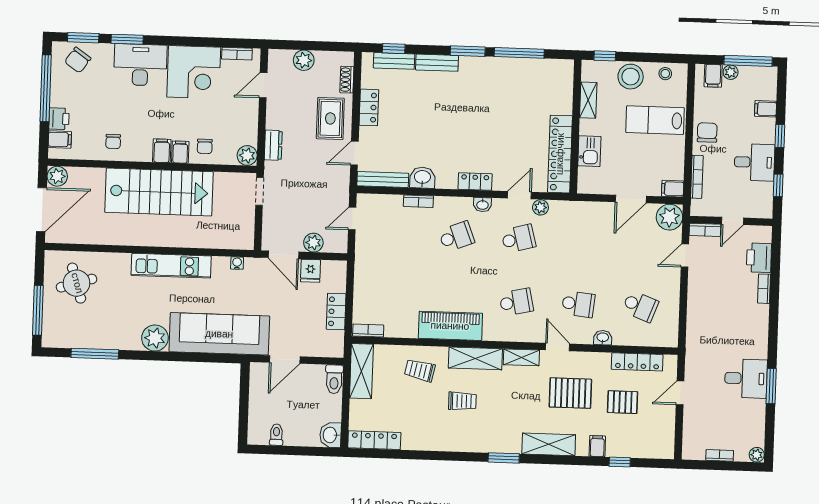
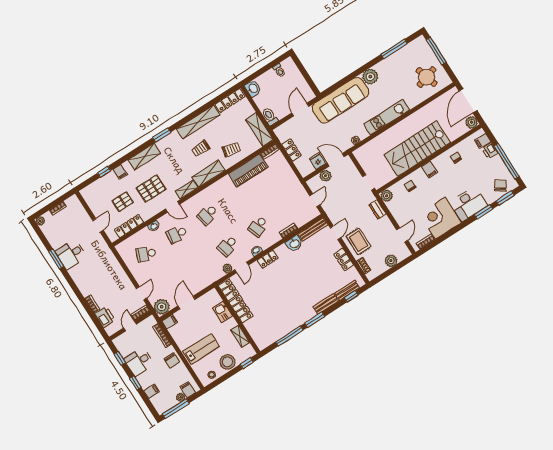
filing cabinet: (180, 152) -> (420, 175), removed
piano: (450, 326) -> (248, 170), moved
shelving: (440, 441) -> (198, 122), added

